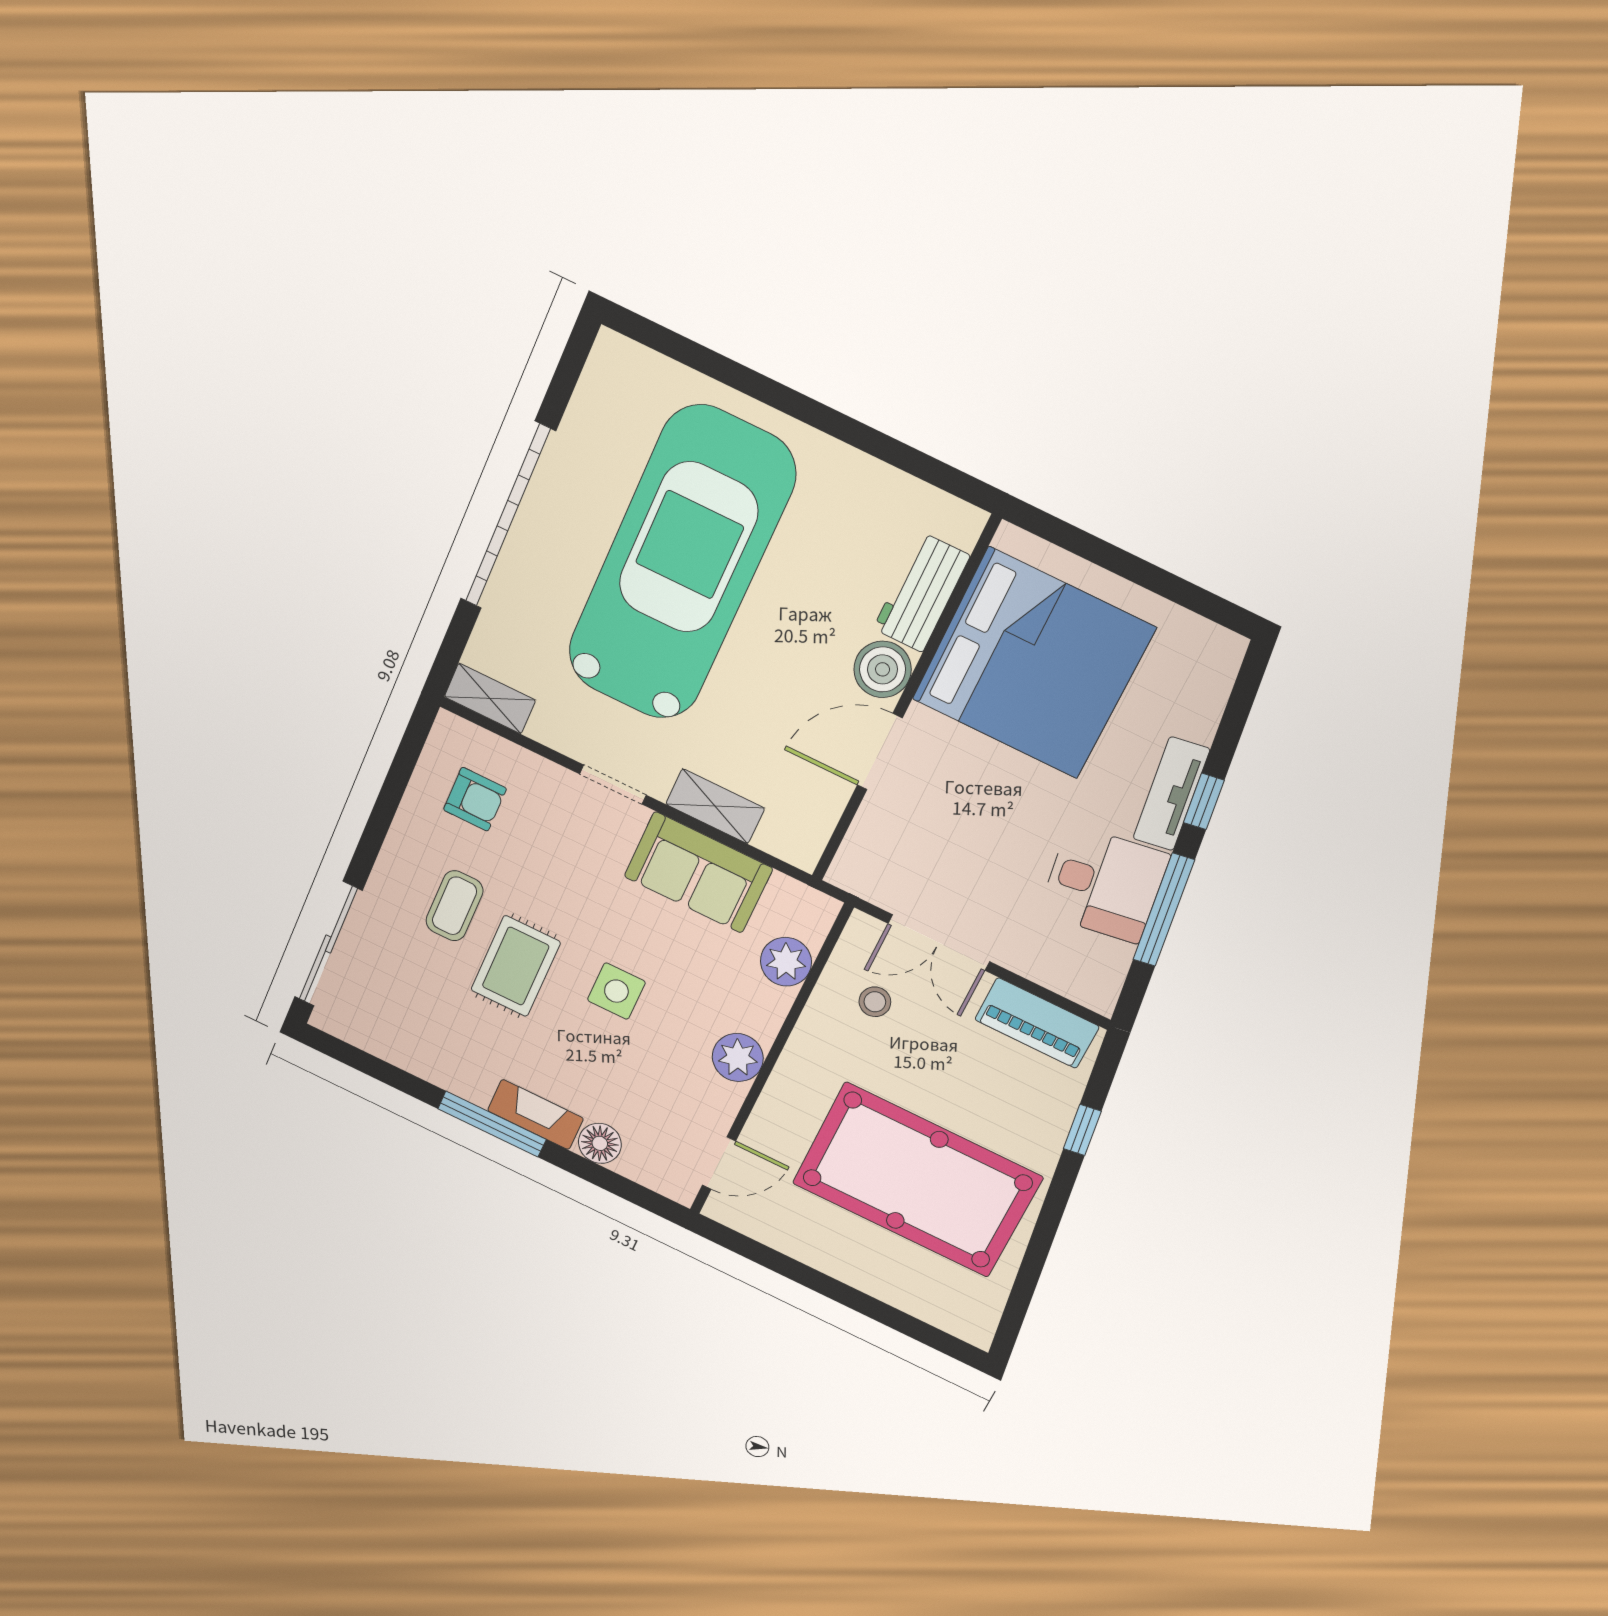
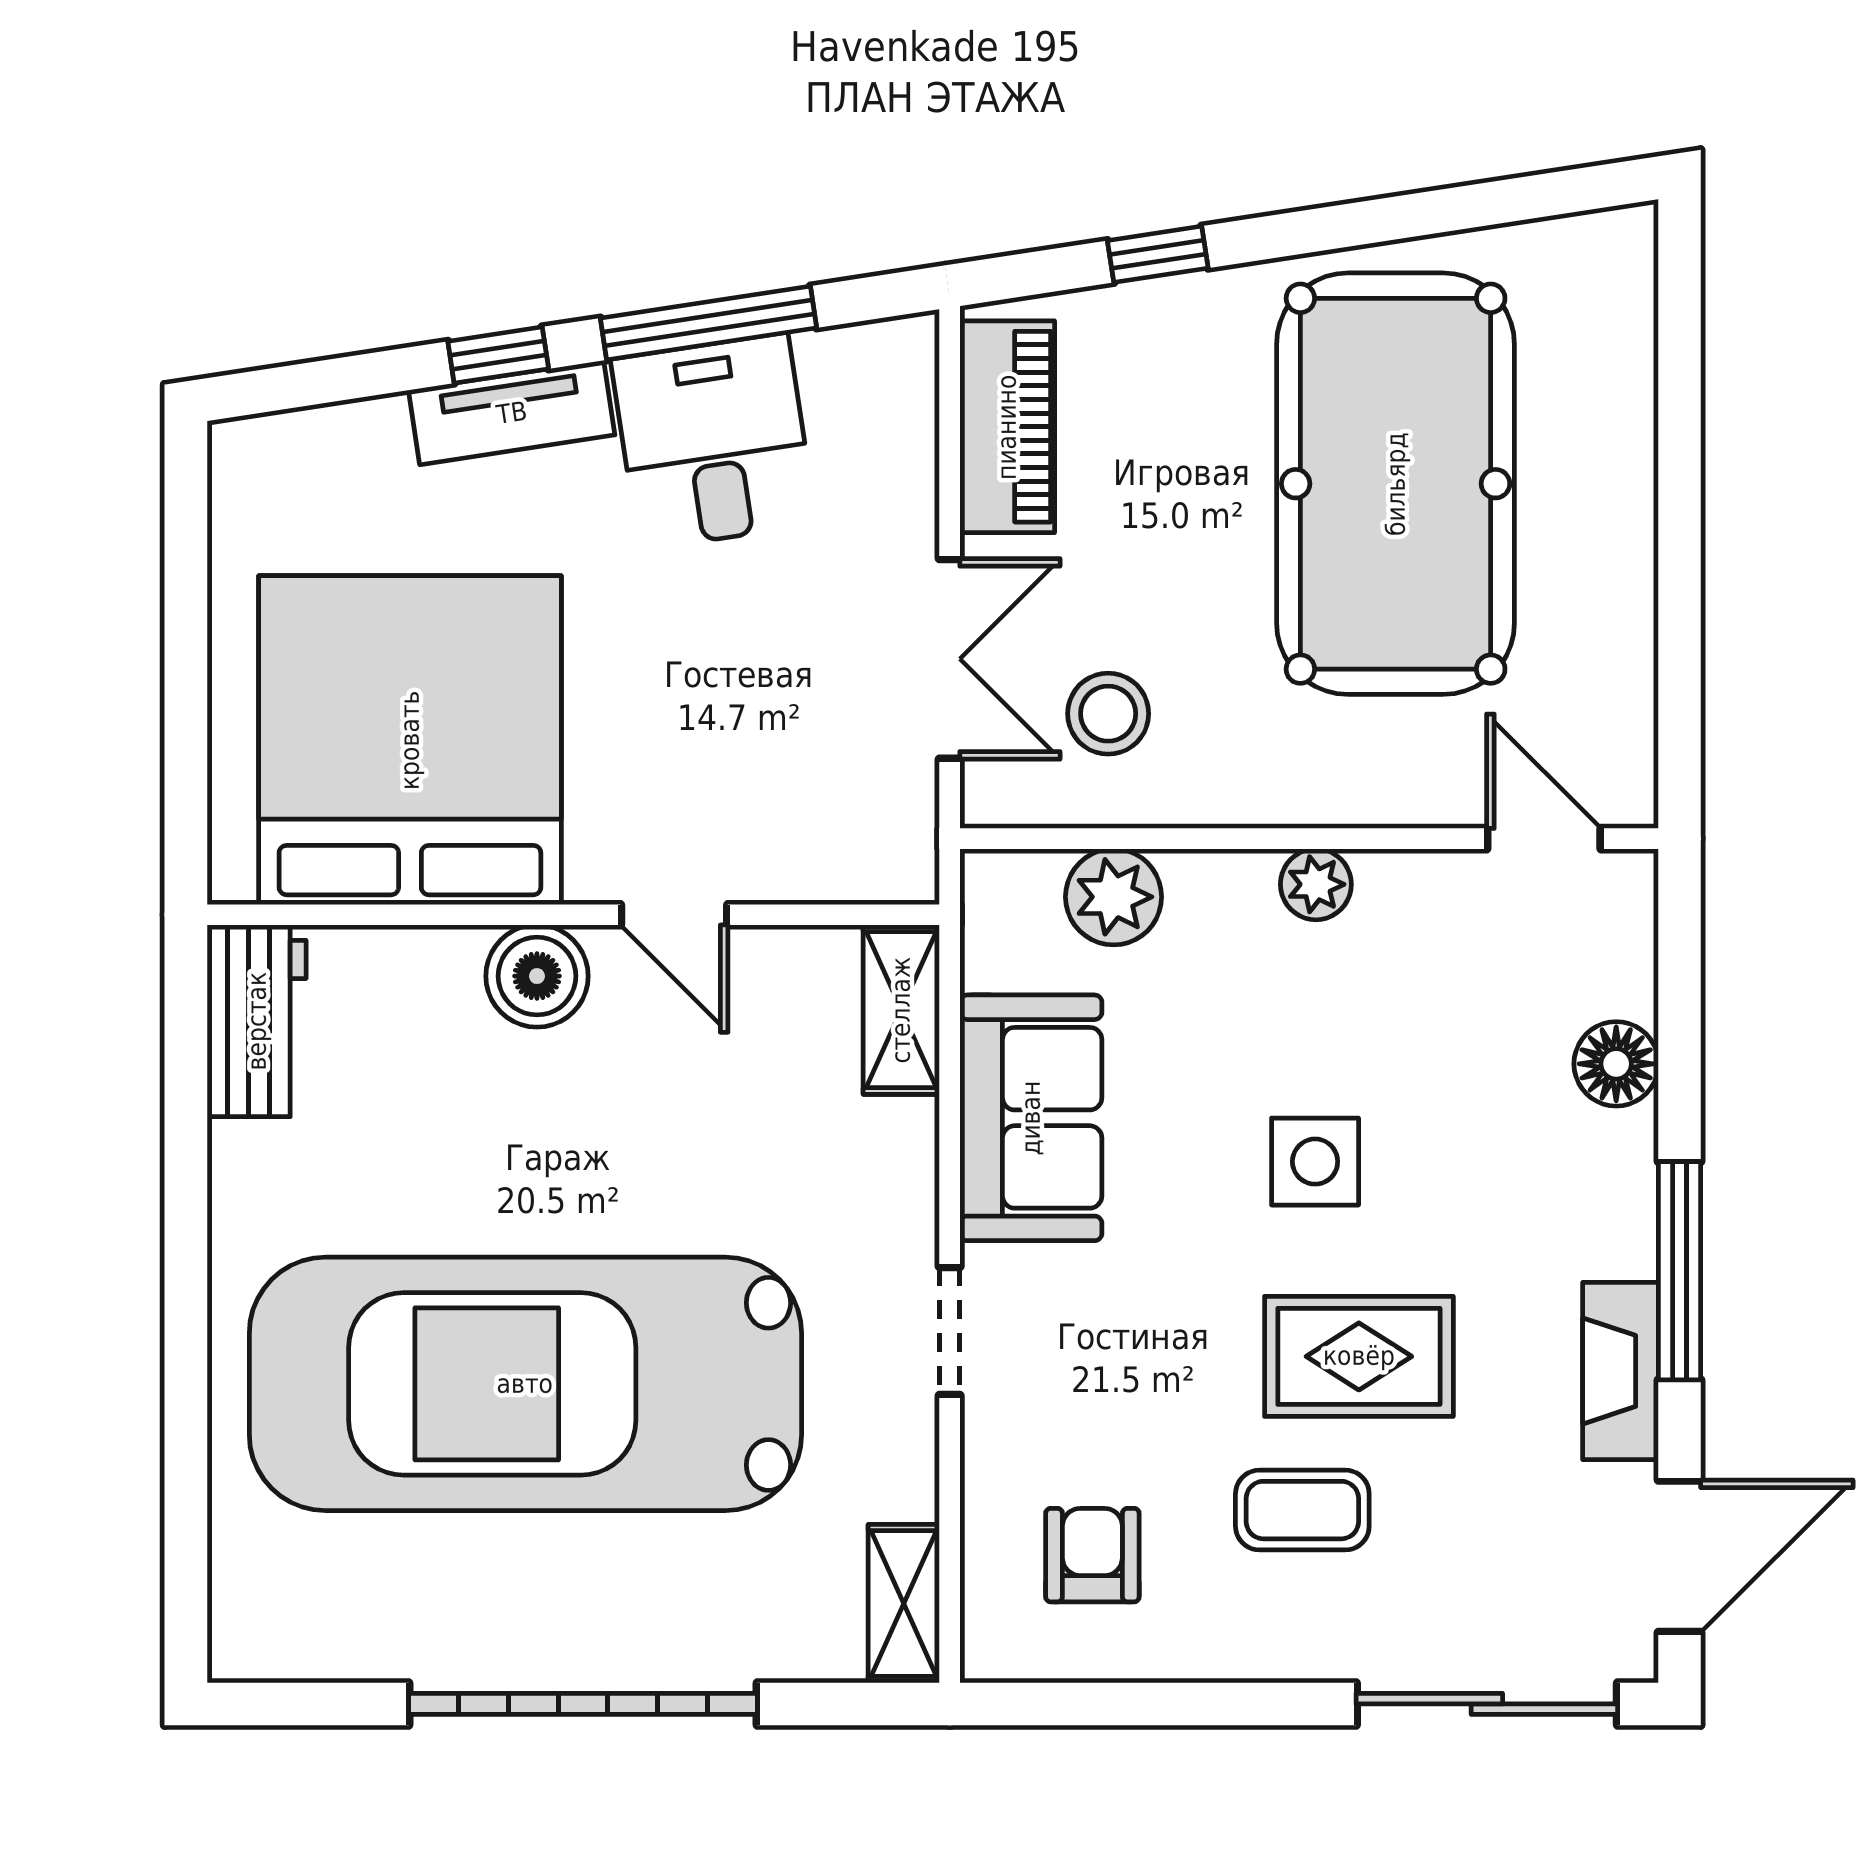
workbench: (921, 592) -> (257, 1021), moved, turned -90
door: (880, 752) -> (674, 915), width x0.73
shelving: (715, 806) -> (901, 1010), moved
stool: (875, 1002) -> (1108, 714), width x1.37, depth x1.37
plant: (738, 1058) -> (1316, 884), width x0.73, depth x0.73
door: (361, 1061) -> (1680, 1556), added
fireplace: (535, 1114) -> (1621, 1371), moved

